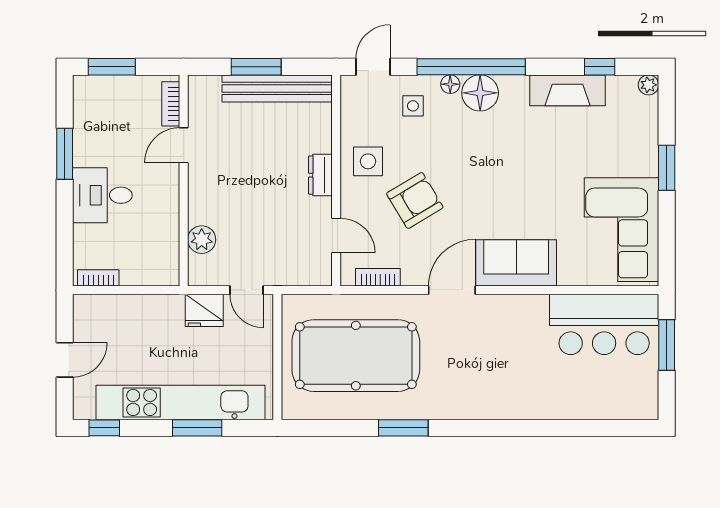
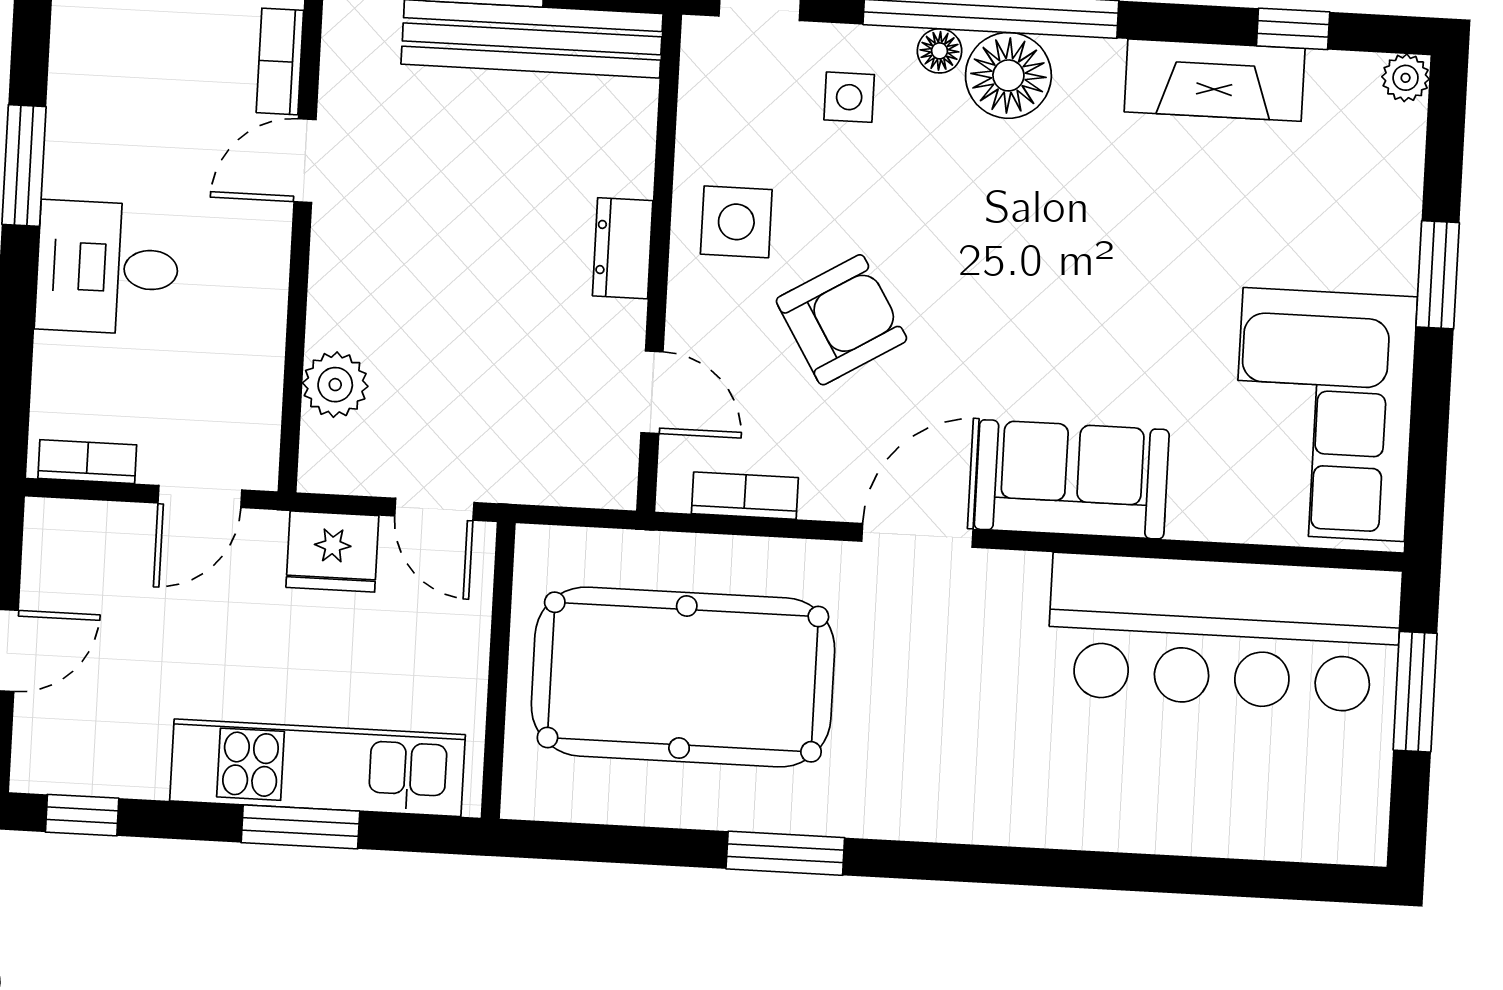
door: (147, 290) -> (200, 497), added
bar counter: (604, 324) -> (1224, 633), width x1.36
kitchen unit: (180, 402) -> (318, 768), width x0.73

